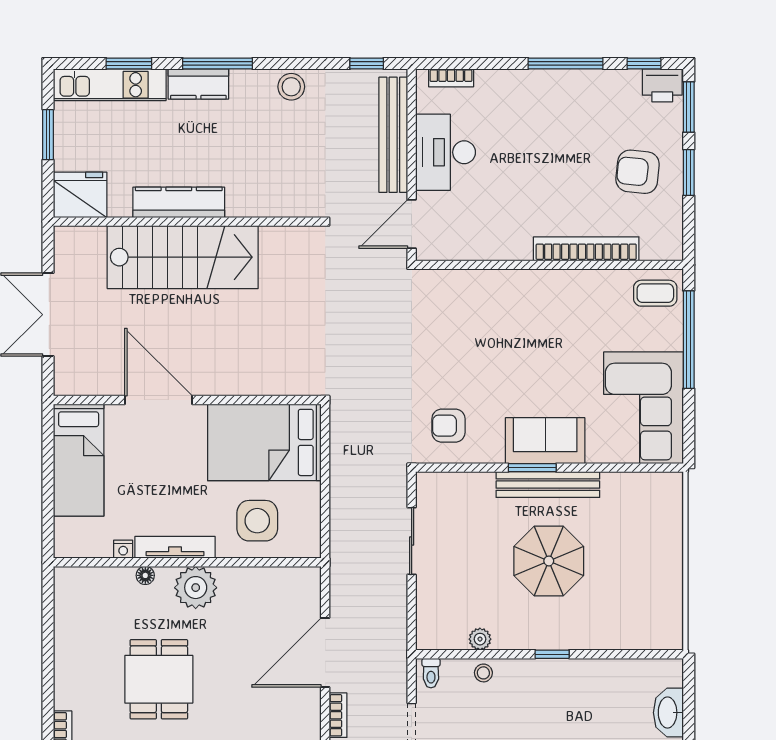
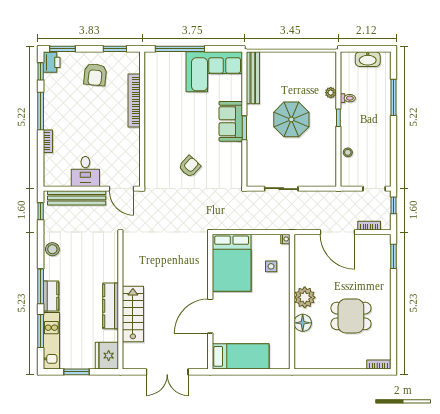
window: (129, 63) -> (41, 331), width x1.44
bookcase: (451, 78) -> (48, 141), moved
desk: (446, 152) -> (85, 171), width x0.73
window: (689, 172) -> (115, 49), moved
stairs: (183, 257) -> (133, 314), width x0.73, depth x0.66
coffee table: (655, 293) -> (156, 66), removed
armchair: (448, 426) -> (190, 166), moved, turned -137
bench: (548, 485) -> (253, 78), moved
side table: (257, 521) -> (271, 266), width x0.54, depth x0.54
tv unit: (175, 547) -> (284, 308), removed
nightstand: (123, 549) -> (285, 239), moved
floor lamp: (145, 575) -> (303, 323), width x1.89, depth x1.89
plant: (480, 639) -> (331, 93), moved
toilet: (431, 673) -> (348, 98), moved

